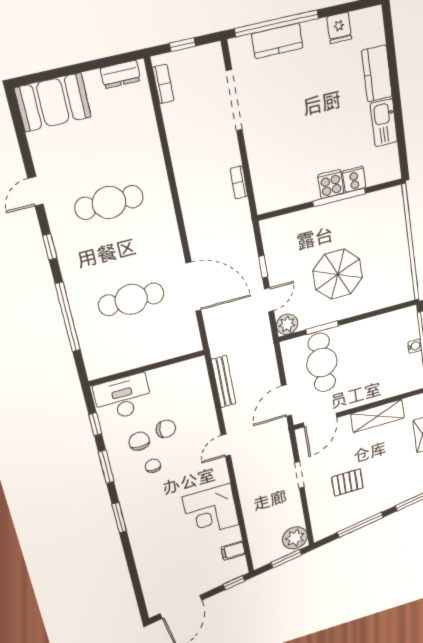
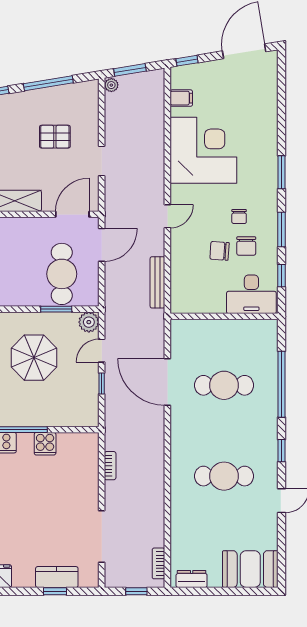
window: (277, 23) -> (55, 591), width x0.32
cooker: (331, 184) -> (45, 444), moved
corner desk: (211, 511) -> (203, 150), width x1.36, depth x1.36
plant: (295, 538) -> (111, 85), width x0.53, depth x0.53

